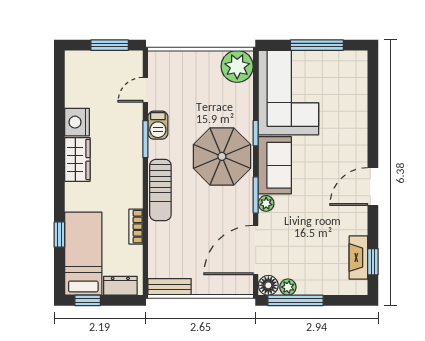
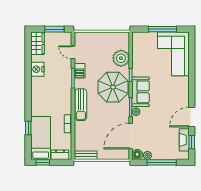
plant: (237, 66) -> (121, 58), moved
door: (145, 90) -> (73, 52), hinge flipped
corner sofa: (288, 93) -> (173, 54), moved, turned 180
wardrobe: (77, 159) -> (37, 43), moved
door: (373, 187) -> (192, 117), moved
window: (296, 300) -> (162, 162), moved

